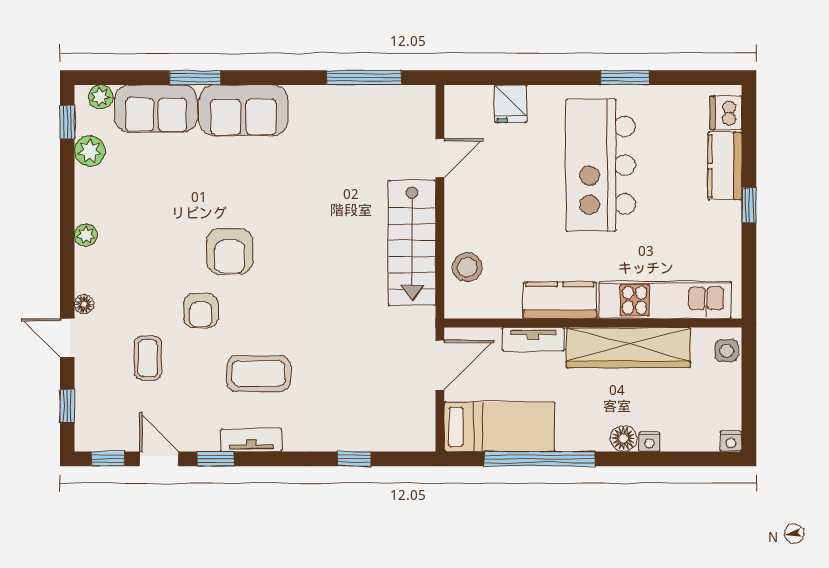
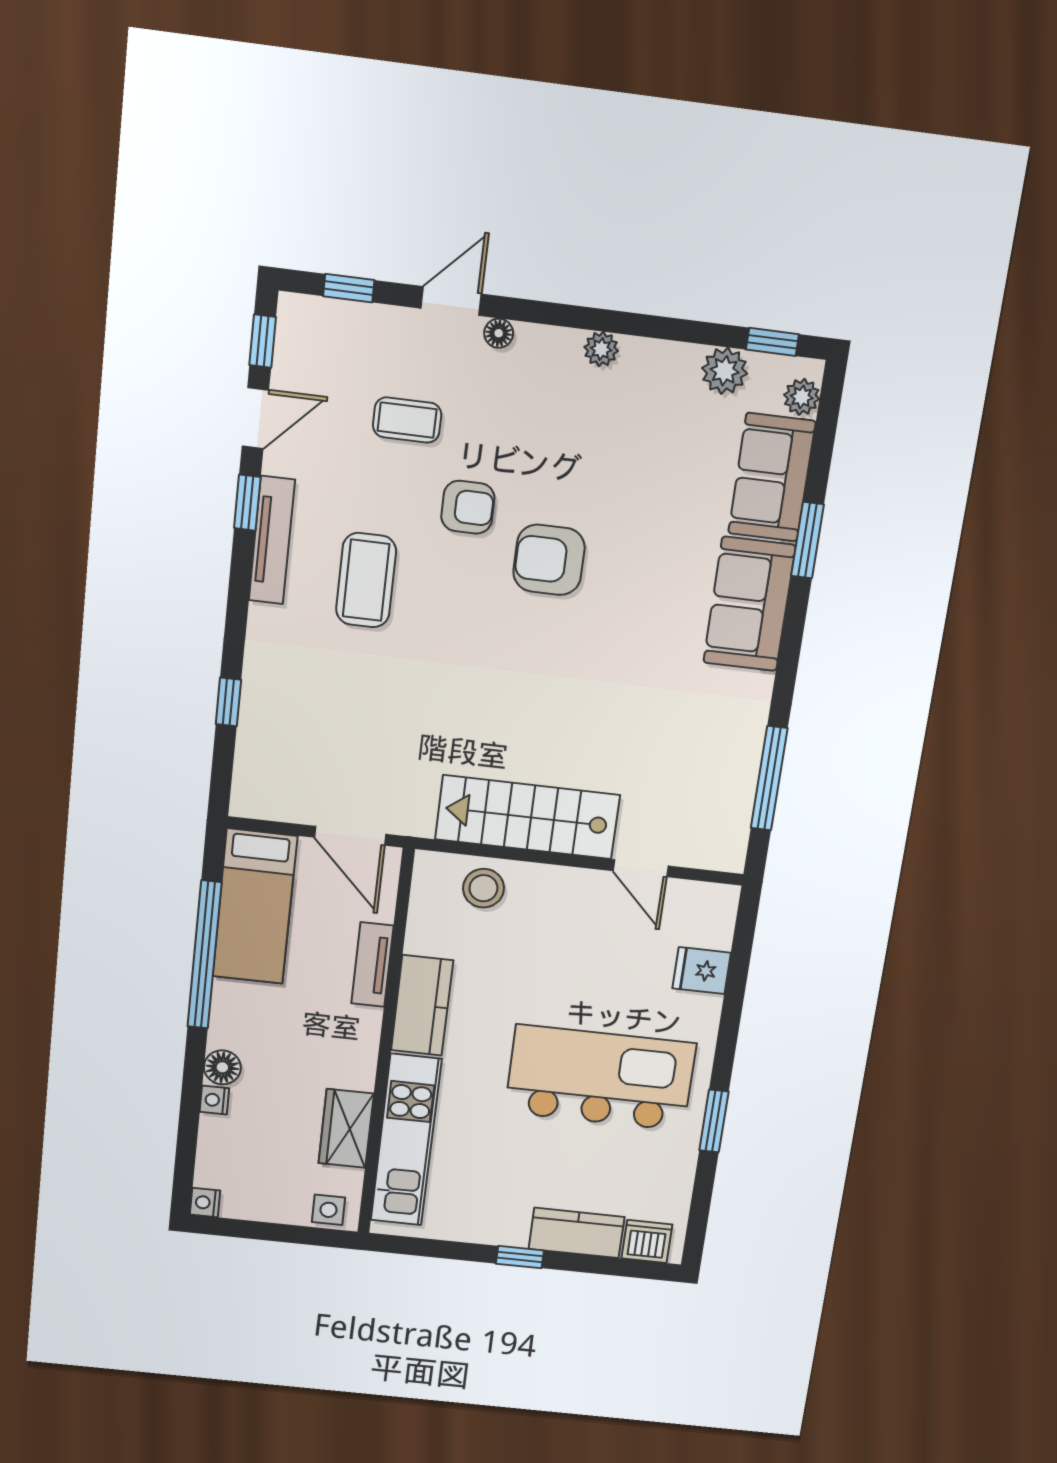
armchair: (201, 311) -> (468, 507), turned 180
wardrobe: (628, 347) -> (346, 1128), width x0.48, depth x0.85
tv unit: (251, 440) -> (272, 540), width x1.41

